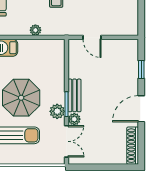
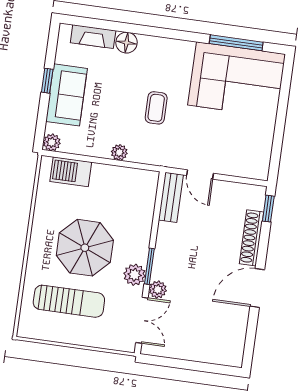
window: (141, 69) -> (268, 209), moved
bench: (75, 95) -> (171, 197), moved
shoe rack: (133, 146) -> (251, 238), moved

